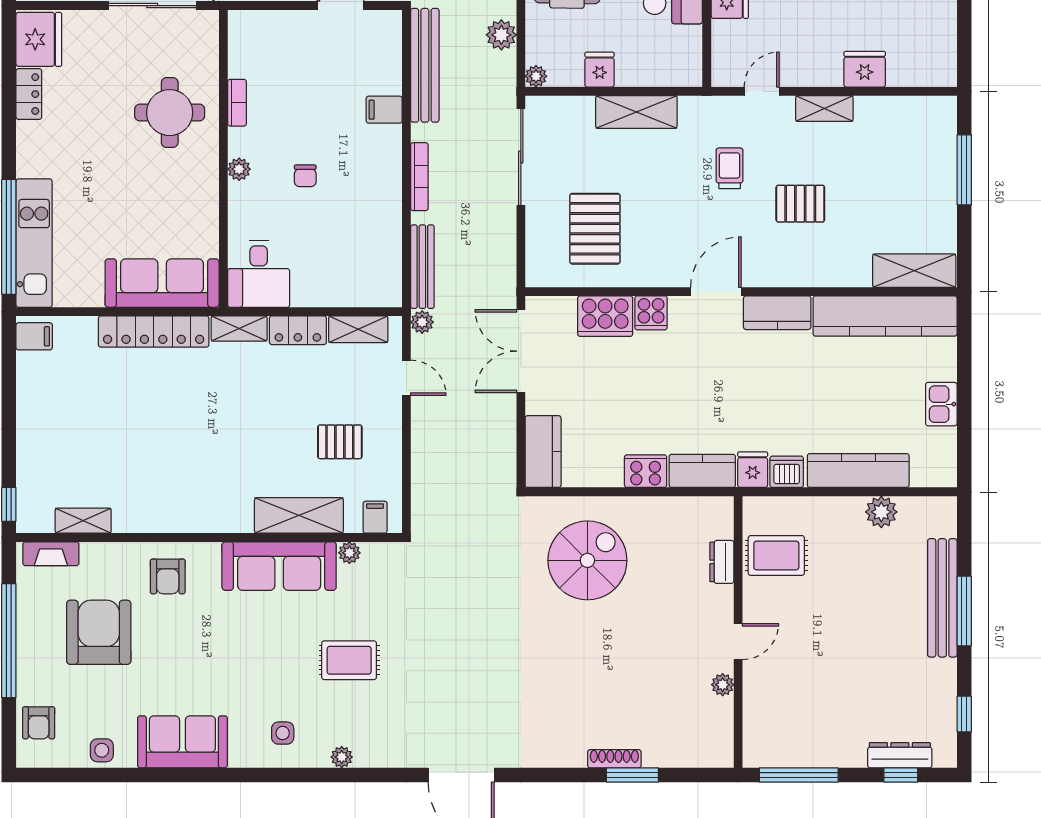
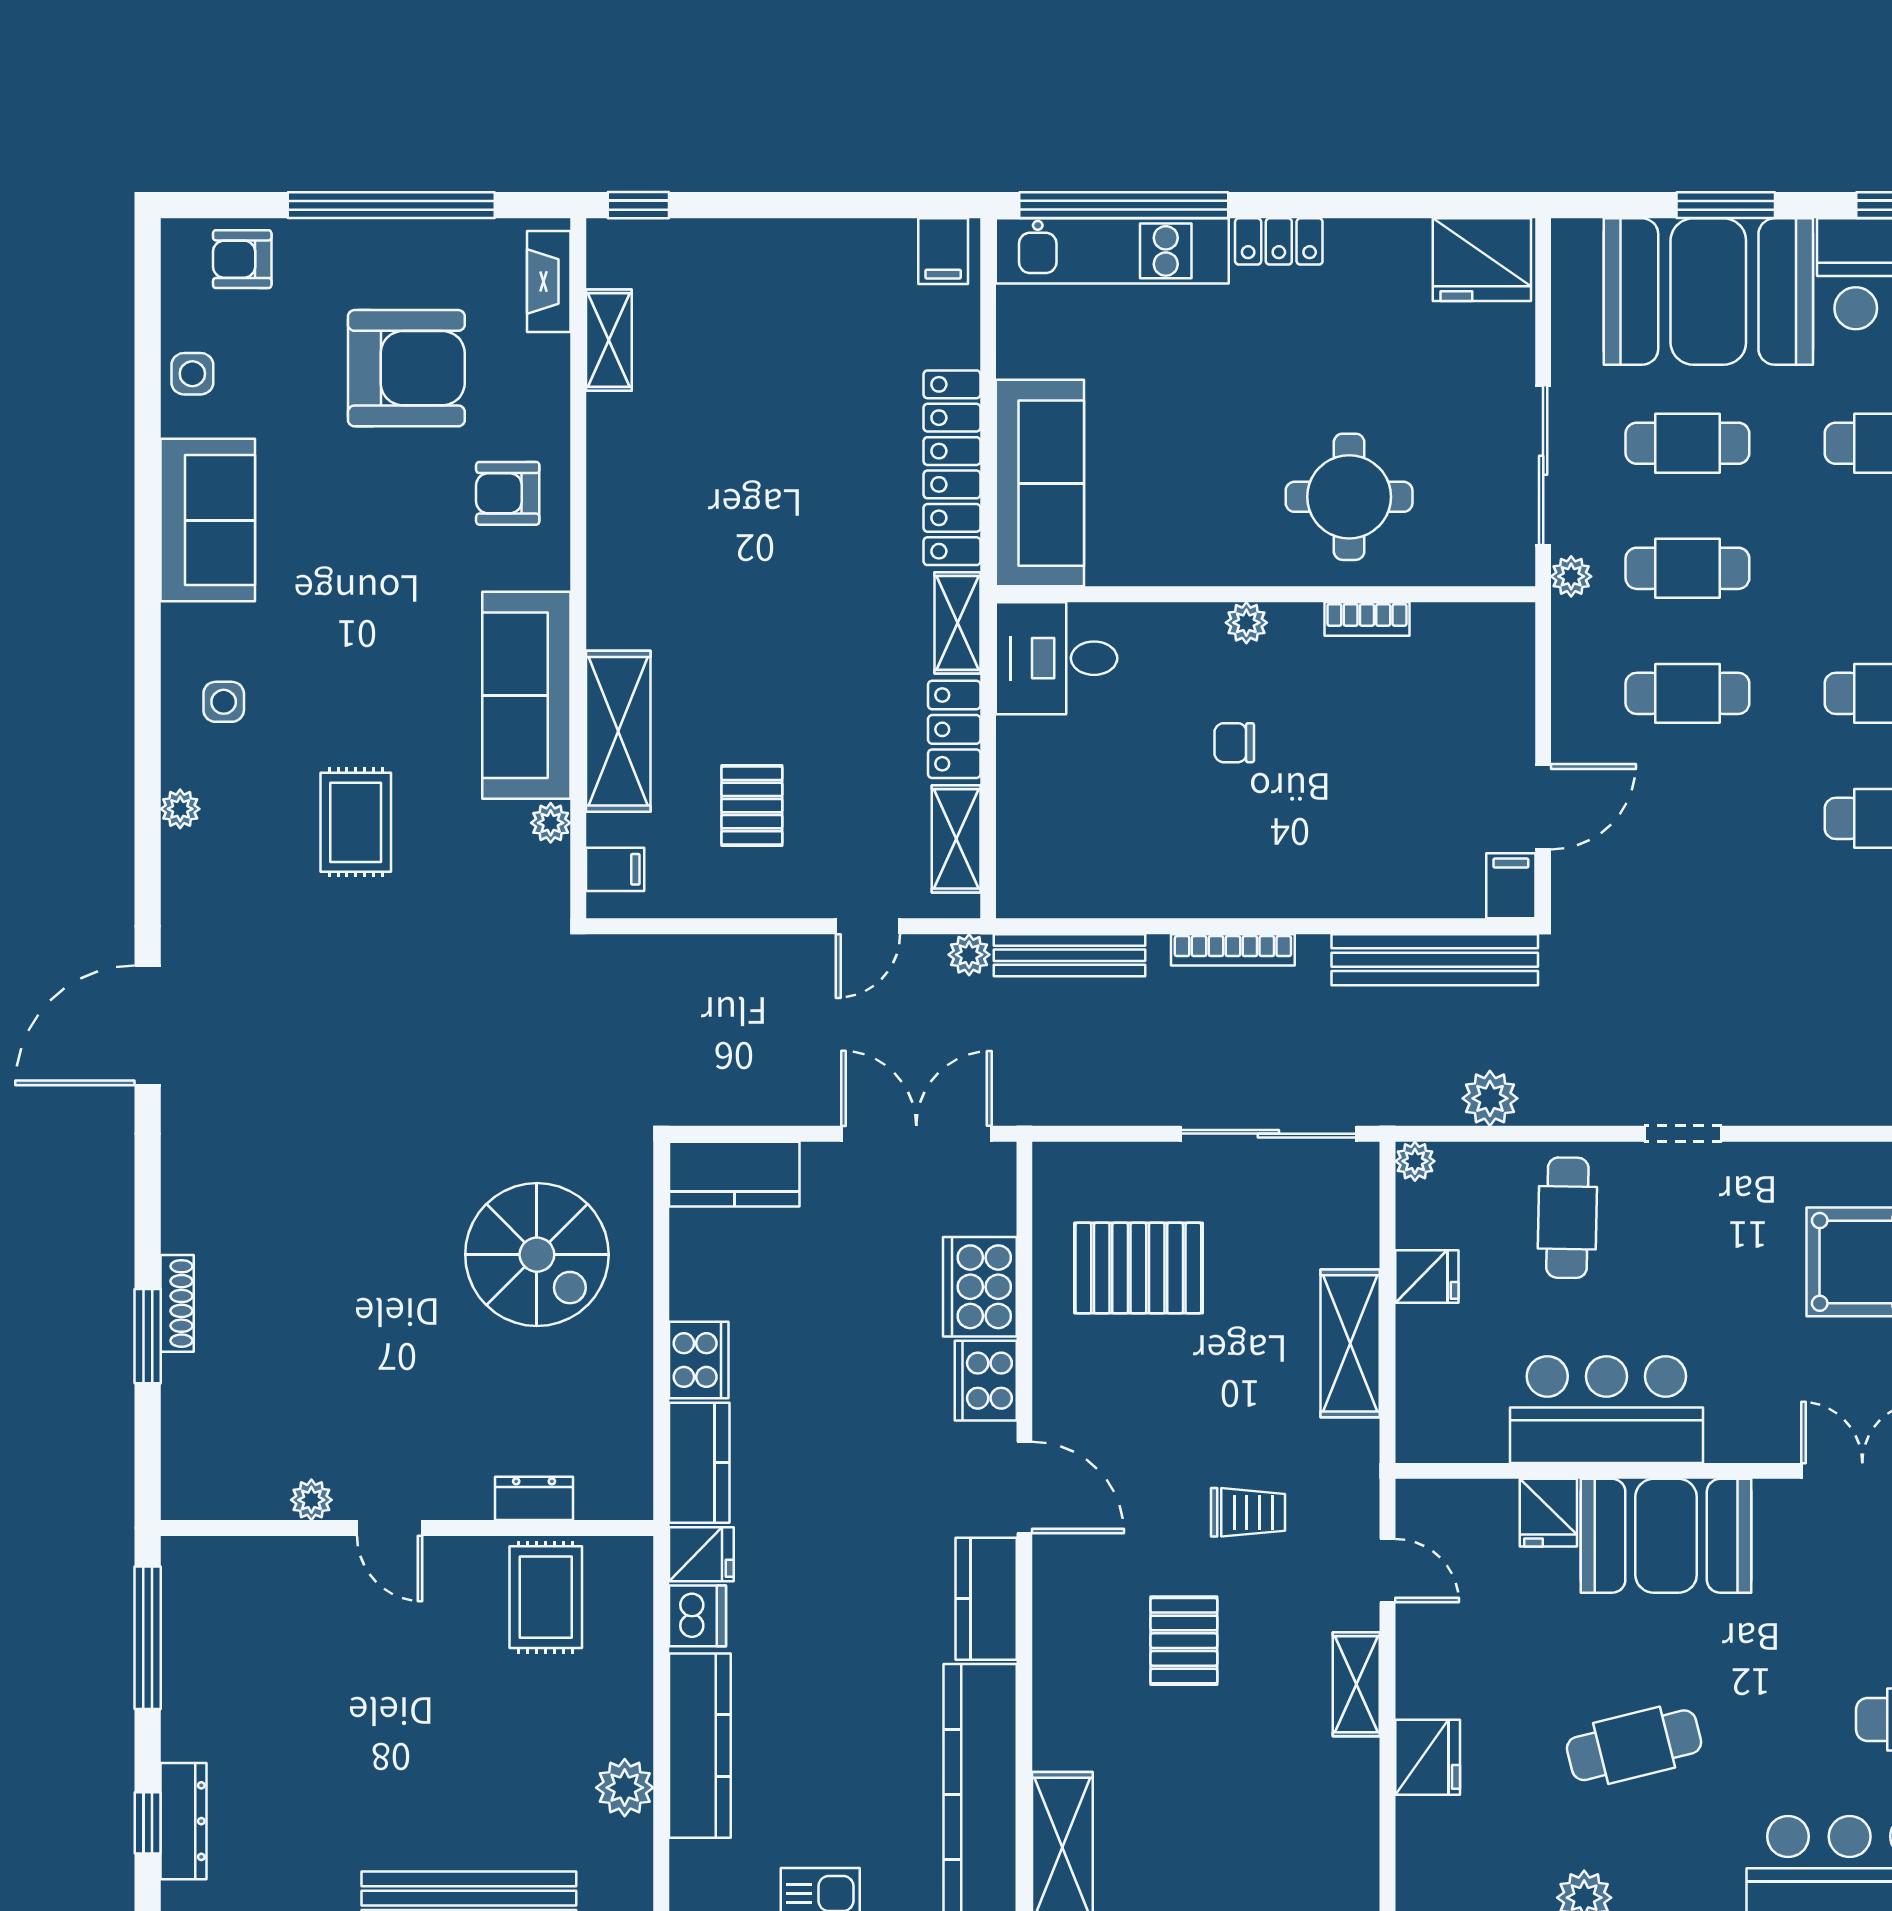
locker: (29, 94) -> (1279, 241), moved
filing cabinet: (384, 110) -> (1511, 886), moved
cooker: (651, 313) -> (986, 1381), width x1.36

